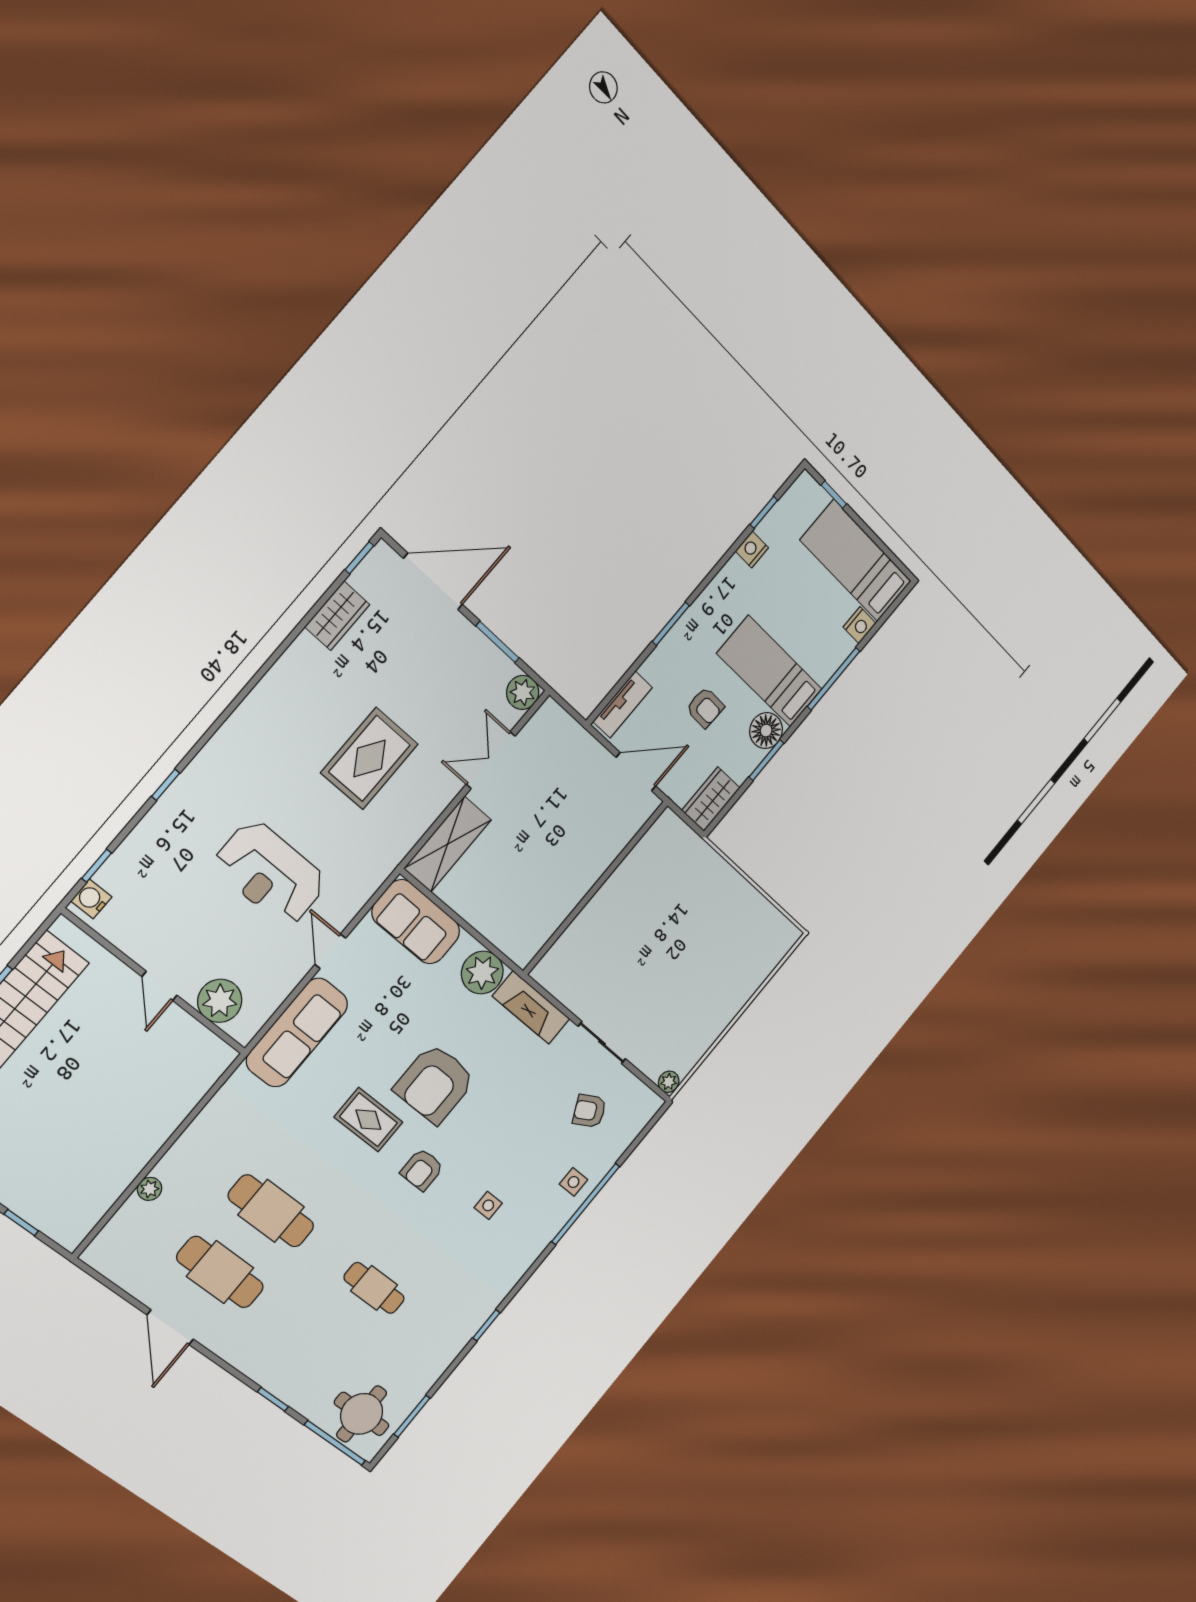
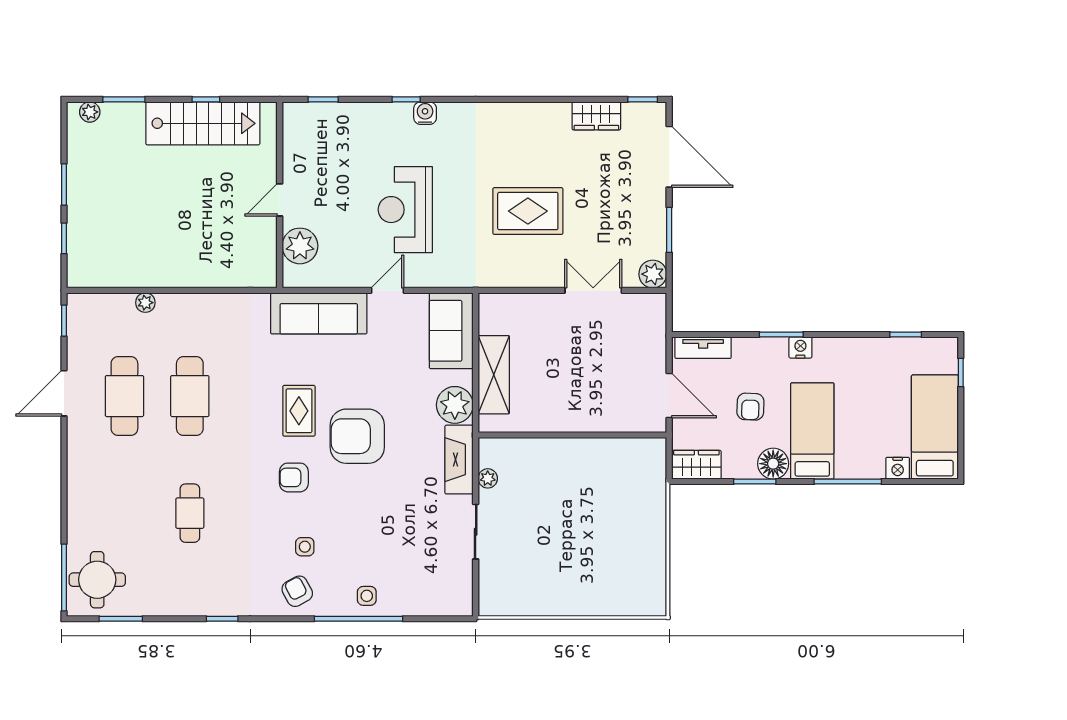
nightstand: (752, 549) -> (800, 347), moved
shelving: (448, 844) -> (494, 375), moved, turned 90
water cooler: (91, 899) -> (425, 113), moved
plant: (669, 1082) -> (488, 478), moved
armchair: (589, 1111) -> (297, 591), moved
window: (273, 1399) -> (64, 321), moved

